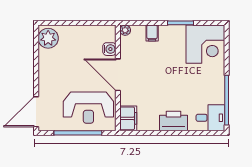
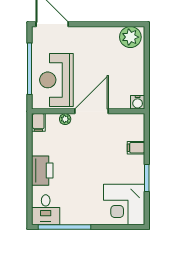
plant: (125, 30) -> (65, 119), moved
water cooler: (109, 49) -> (138, 102), moved
filing cabinet: (128, 118) -> (38, 122), width x0.50

